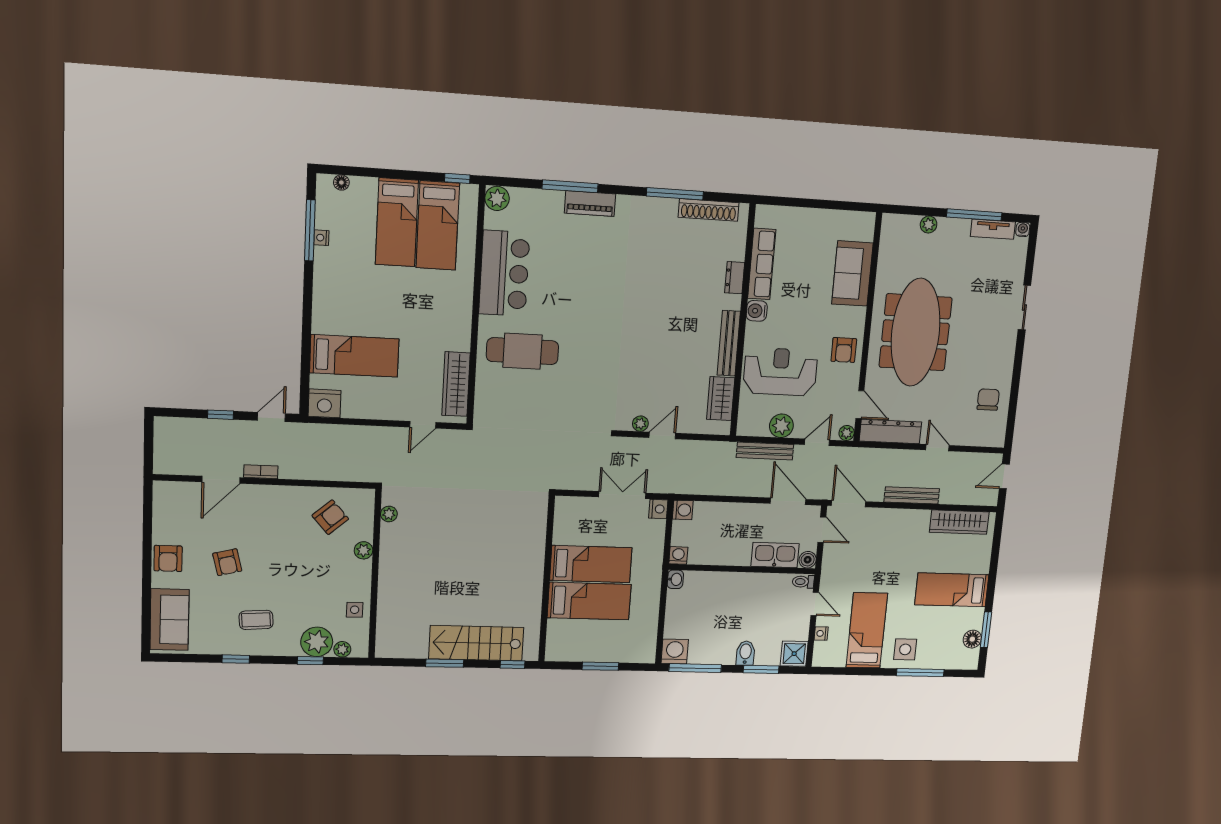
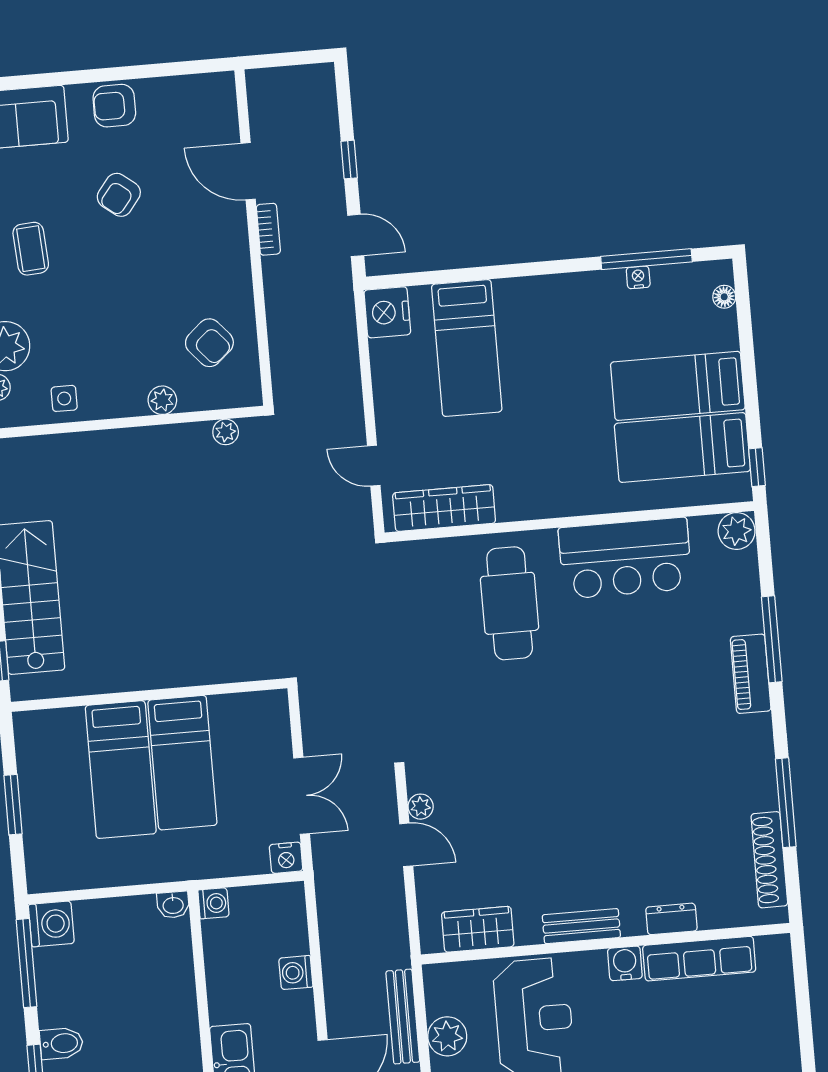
bench: (729, 343) -> (581, 926), width x0.73
washing machine: (683, 510) -> (296, 973), moved, turned 90
armchair: (227, 562) -> (119, 195), turned -38

